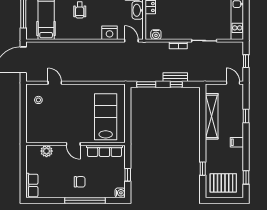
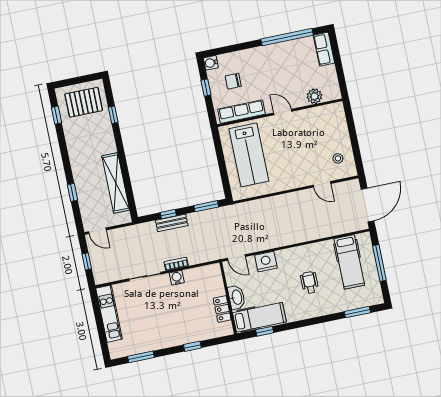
water cooler: (156, 35) -> (177, 278), moved
filing cabinet: (237, 142) -> (77, 157), removed
chair: (80, 182) -> (233, 81), moved
window: (85, 200) -> (287, 37), moved

